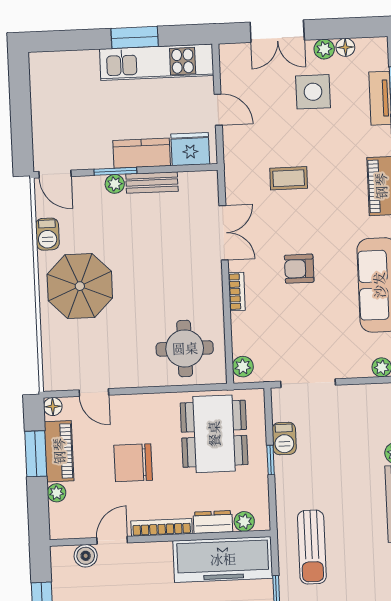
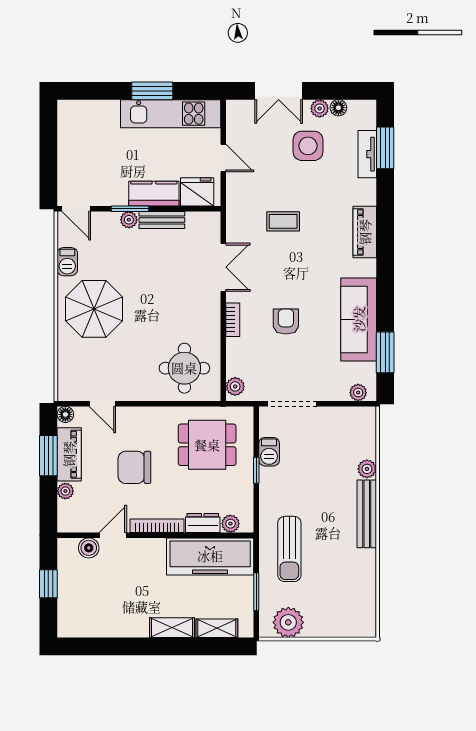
armchair: (299, 269) -> (286, 322), moved, turned 90
dining table: (214, 434) -> (207, 445), width x0.73

